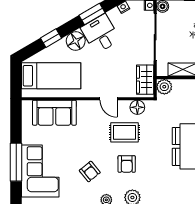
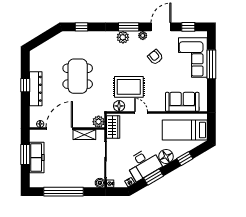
desk: (101, 34) -> (144, 164), width x1.37
rug: (124, 132) -> (129, 87), width x1.36, depth x1.43
armchair: (127, 164) -> (127, 63), removed

